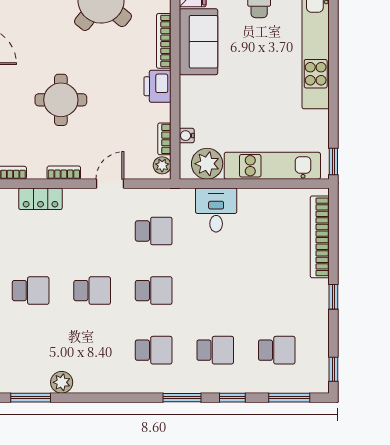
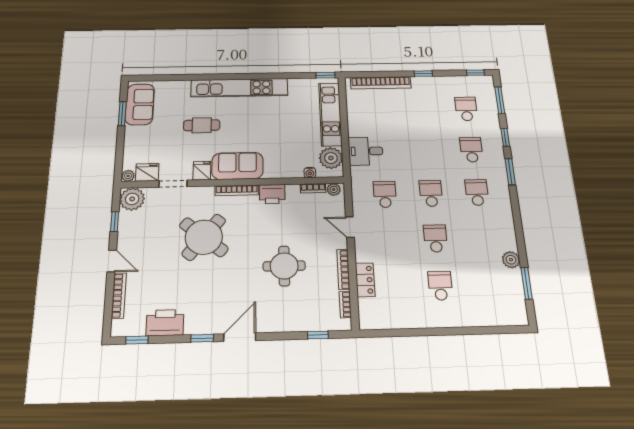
bookcase: (64, 173) -> (343, 269), width x1.56

